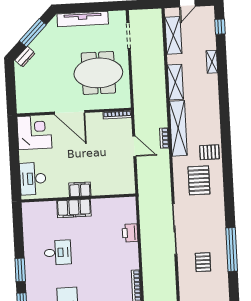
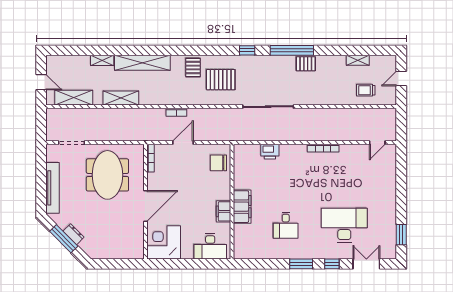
window: (220, 27) -> (247, 50), moved
dresser: (25, 57) -> (74, 234), moved
shelving: (178, 128) -> (142, 63), moved
chair: (116, 182) -> (218, 163), added
filing cabinet: (80, 189) -> (223, 211), moved
desk: (58, 253) -> (286, 225), turned 180
pallet: (203, 262) -> (306, 64), moved

